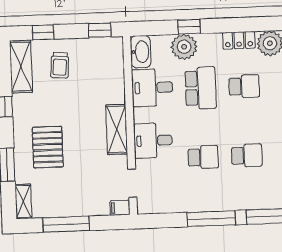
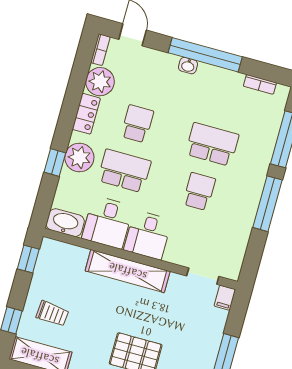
plant: (184, 47) -> (79, 157), moved
shelving: (117, 129) -> (128, 271), width x1.47
desk: (153, 141) -> (148, 235), moved
school desk: (247, 156) -> (212, 144), width x1.85

